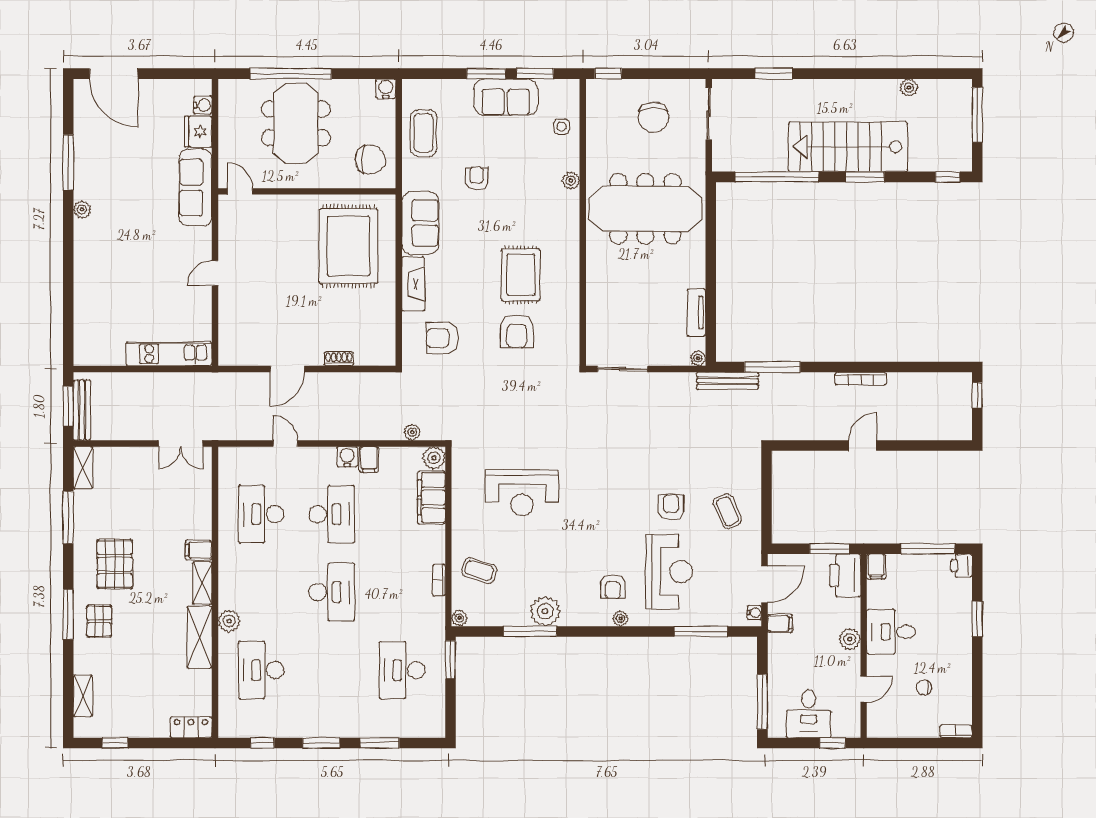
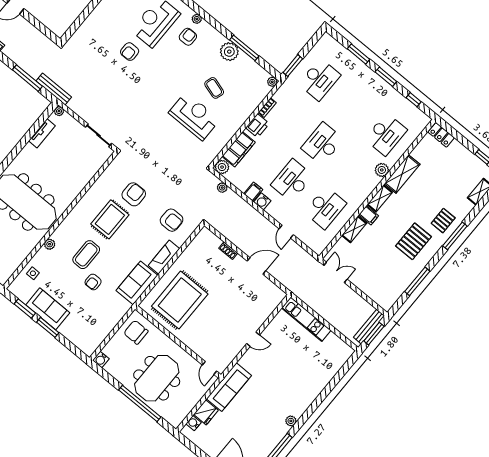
coffee table: (424, 133) -> (86, 255), moved
shelving: (83, 468) -> (354, 229), moved
coffee table: (727, 511) -> (105, 28), removed
printer: (432, 547) -> (257, 126), added
coffee table: (479, 571) -> (214, 88), moved

